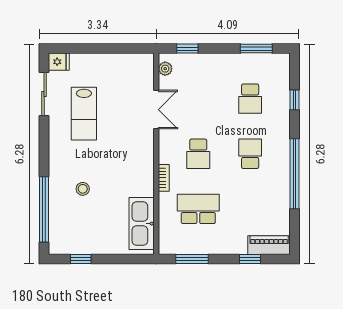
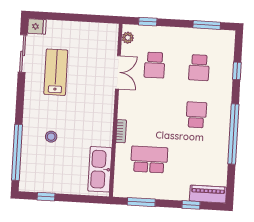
lab bench: (84, 114) -> (56, 72), turned 180
school desk: (198, 154) -> (155, 65), moved

